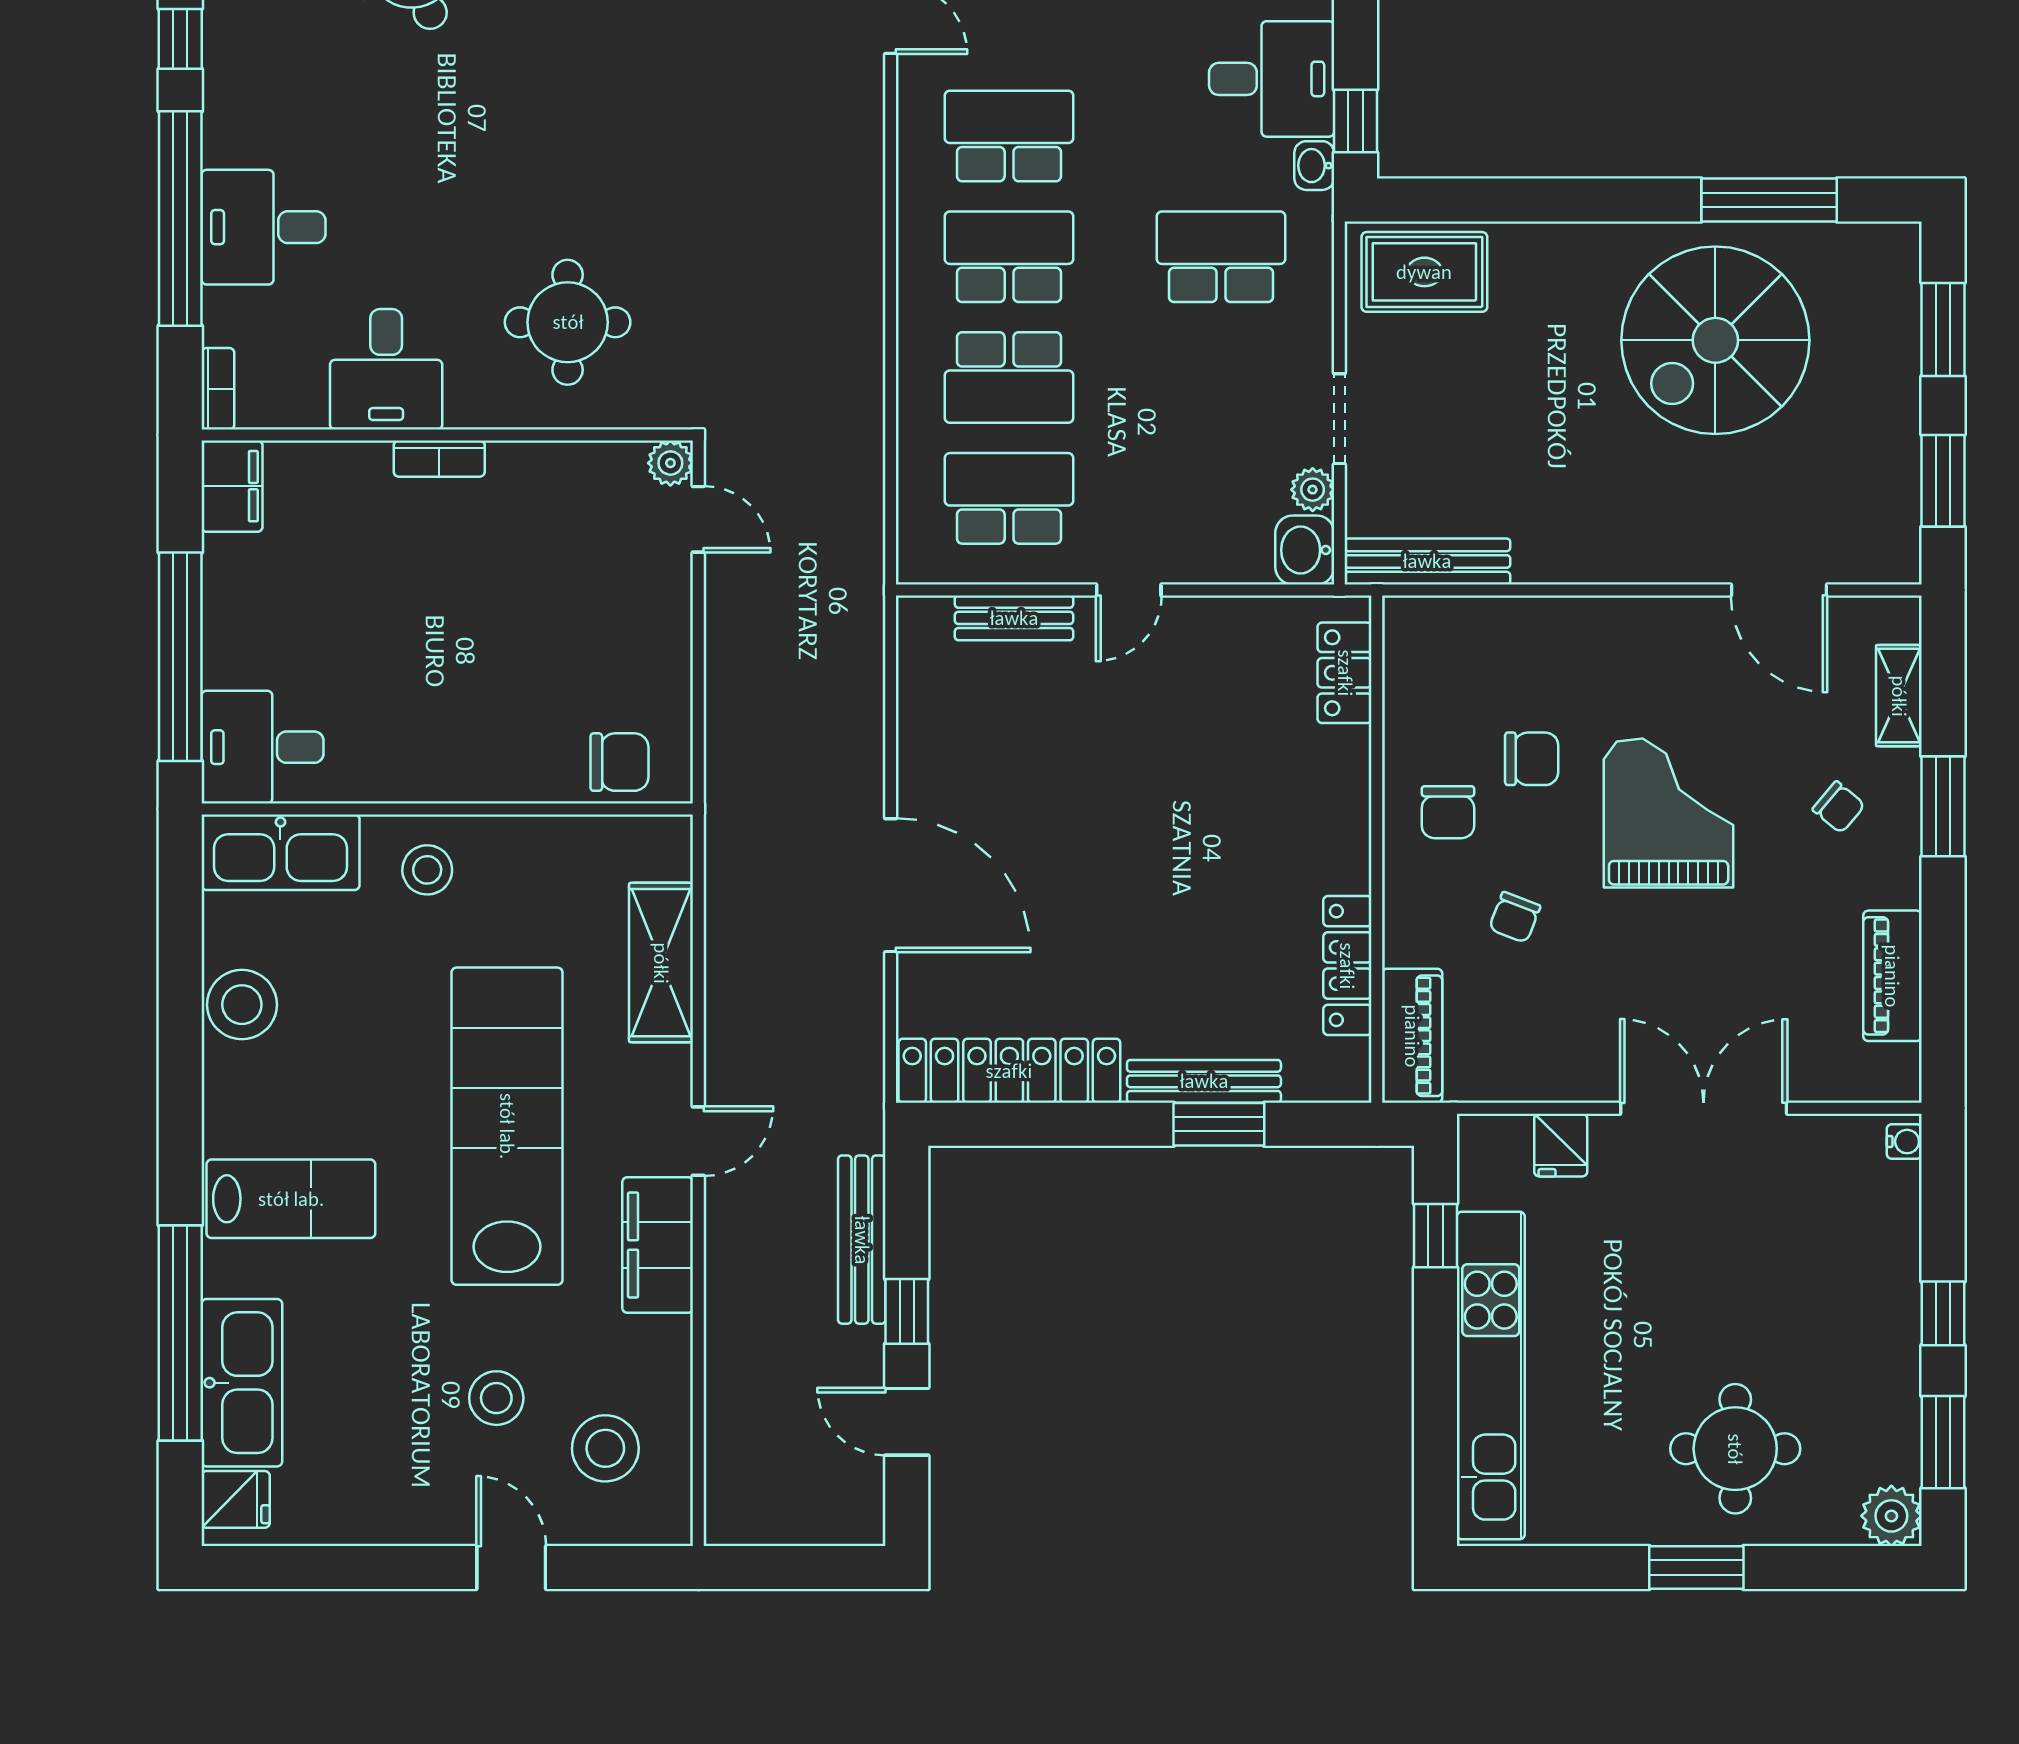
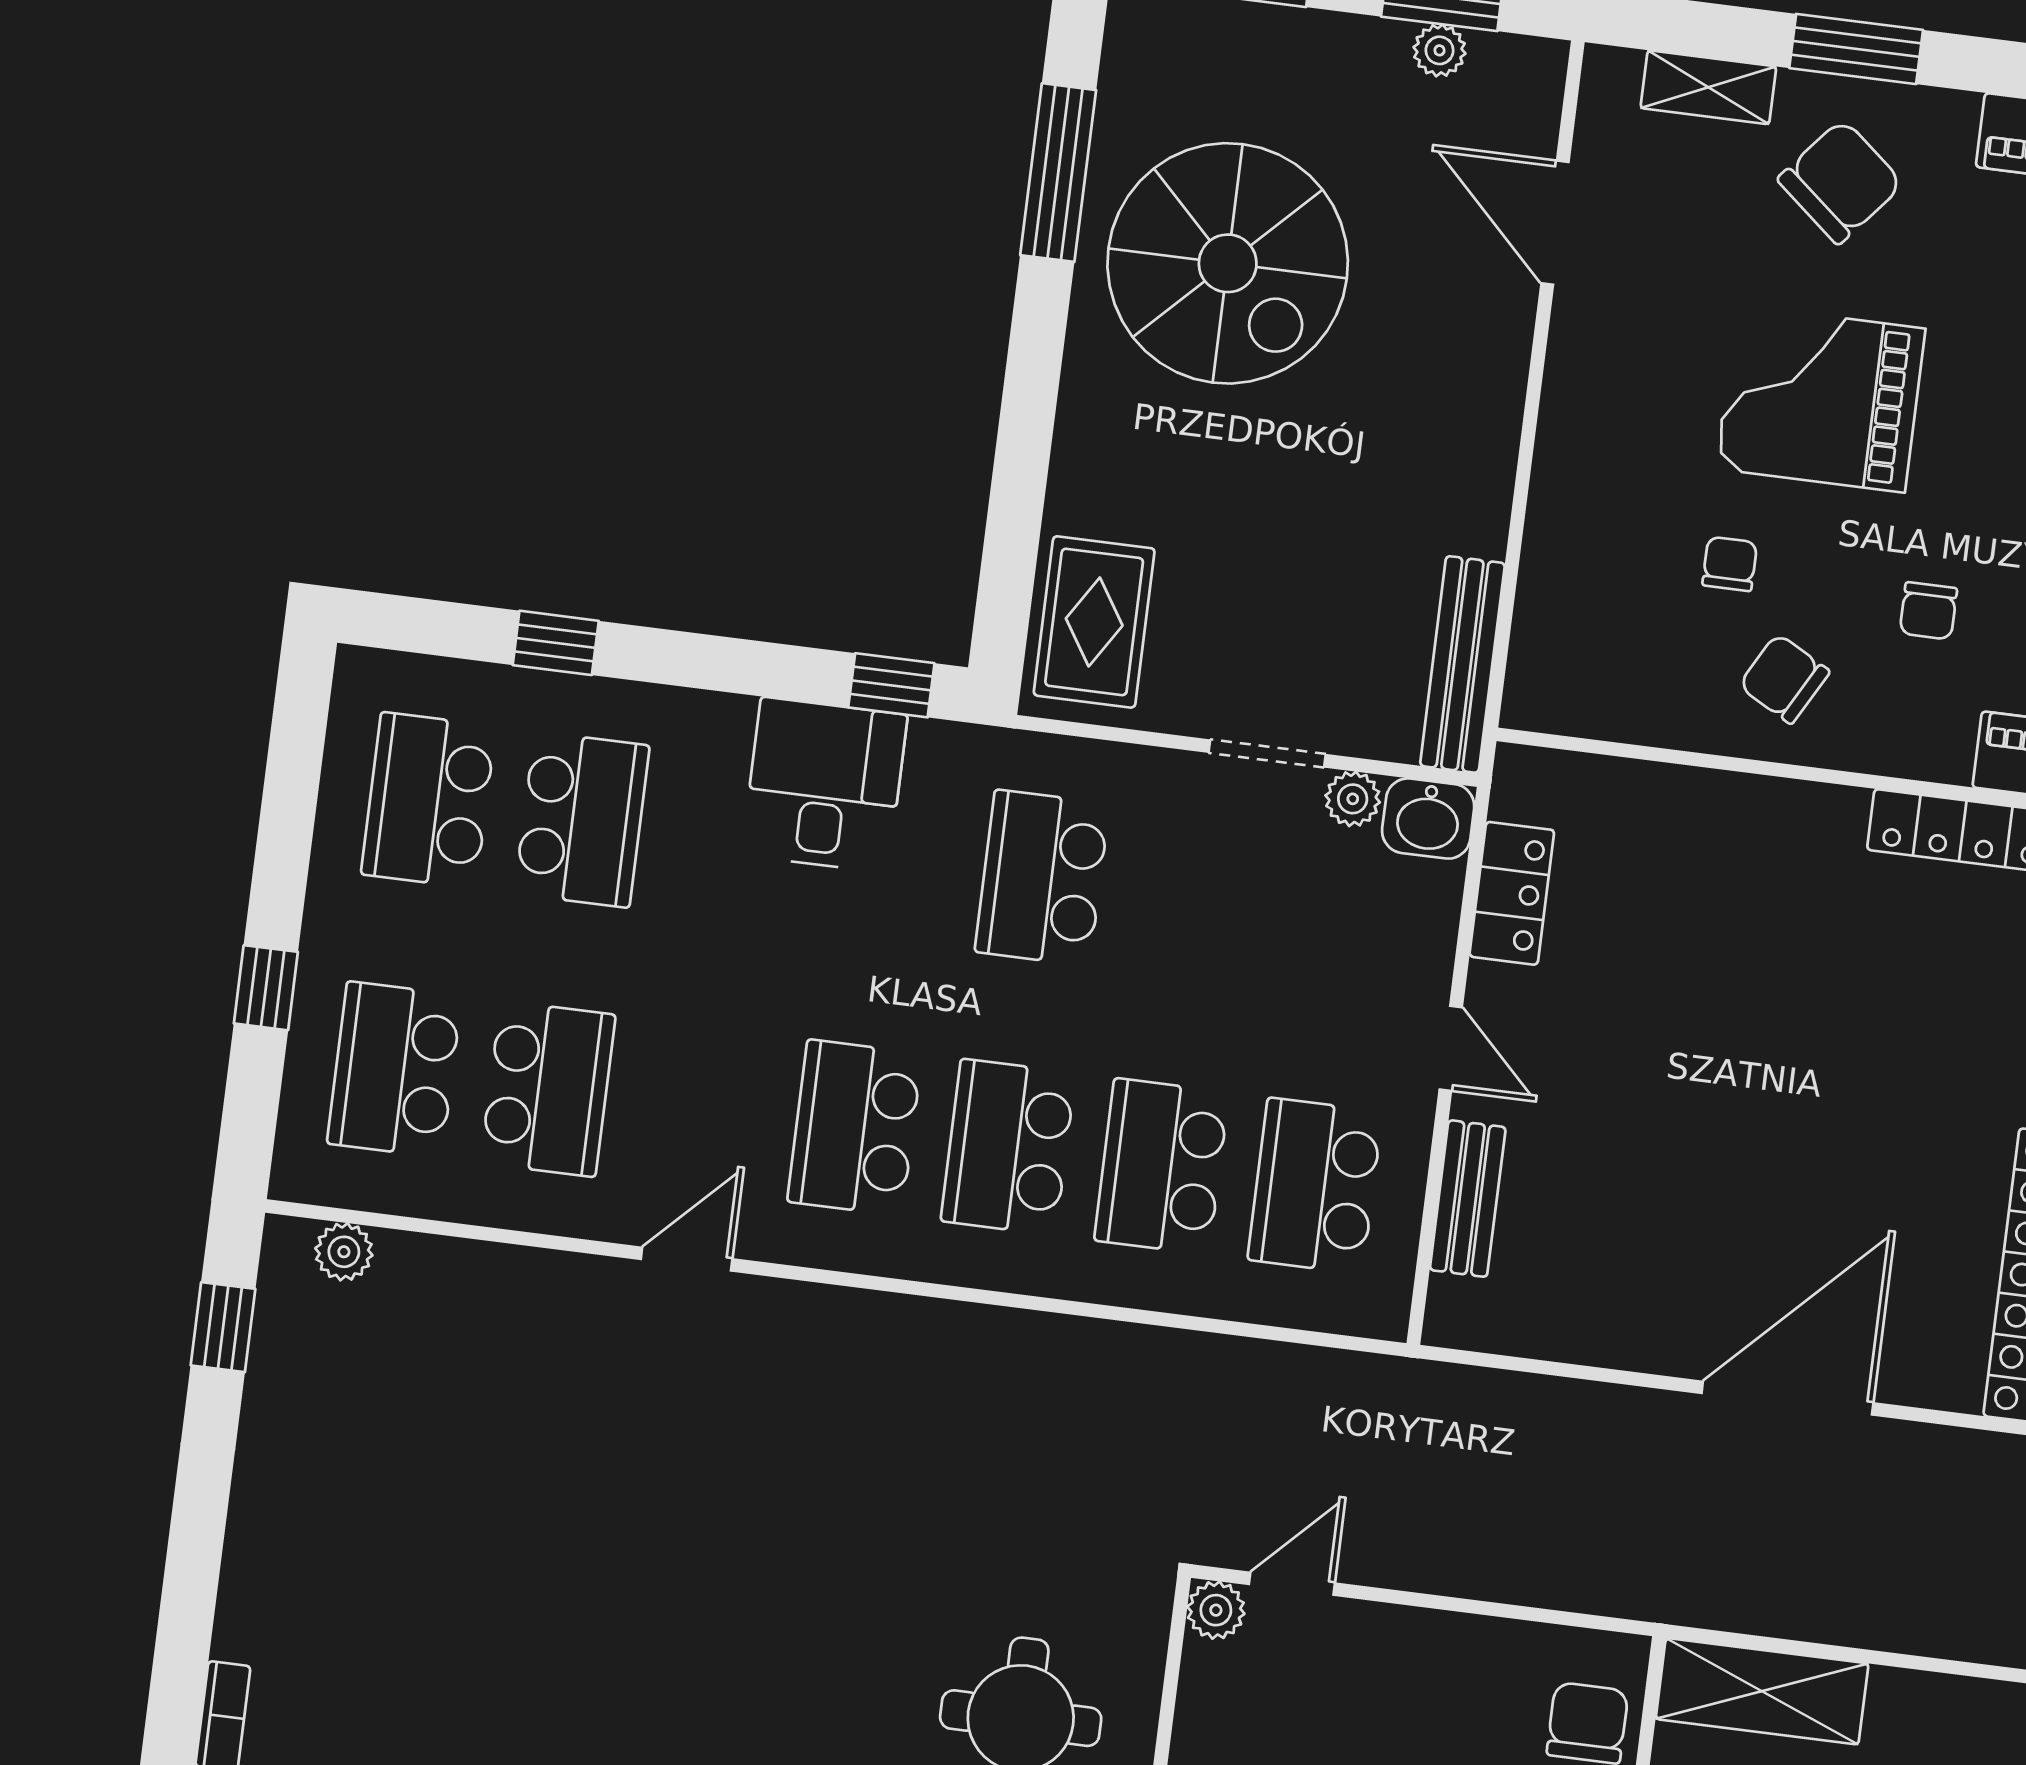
washbasin: (1314, 166) -> (941, 745), removed
school desk: (1009, 378) -> (1162, 1166), turned 180
plant: (1901, 484) -> (1439, 50), added
door: (1779, 590) -> (1555, 223), swing flipped
locker: (1345, 673) -> (1512, 893), moved, turned -90
chair: (1532, 759) -> (1730, 564), width x0.73, depth x0.73
chair: (1839, 807) -> (1840, 182), width x1.87, depth x1.87
chair: (1448, 812) -> (1784, 679), turned -151
chair: (1515, 917) -> (1928, 611), turned 69
shelving: (661, 963) -> (1762, 1691), moved

